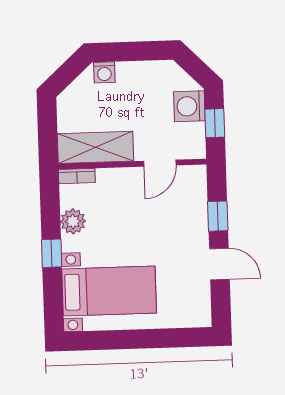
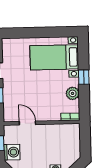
shelving: (95, 147) -> (61, 131), removed
door: (160, 163) -> (27, 123), hinge flipped

